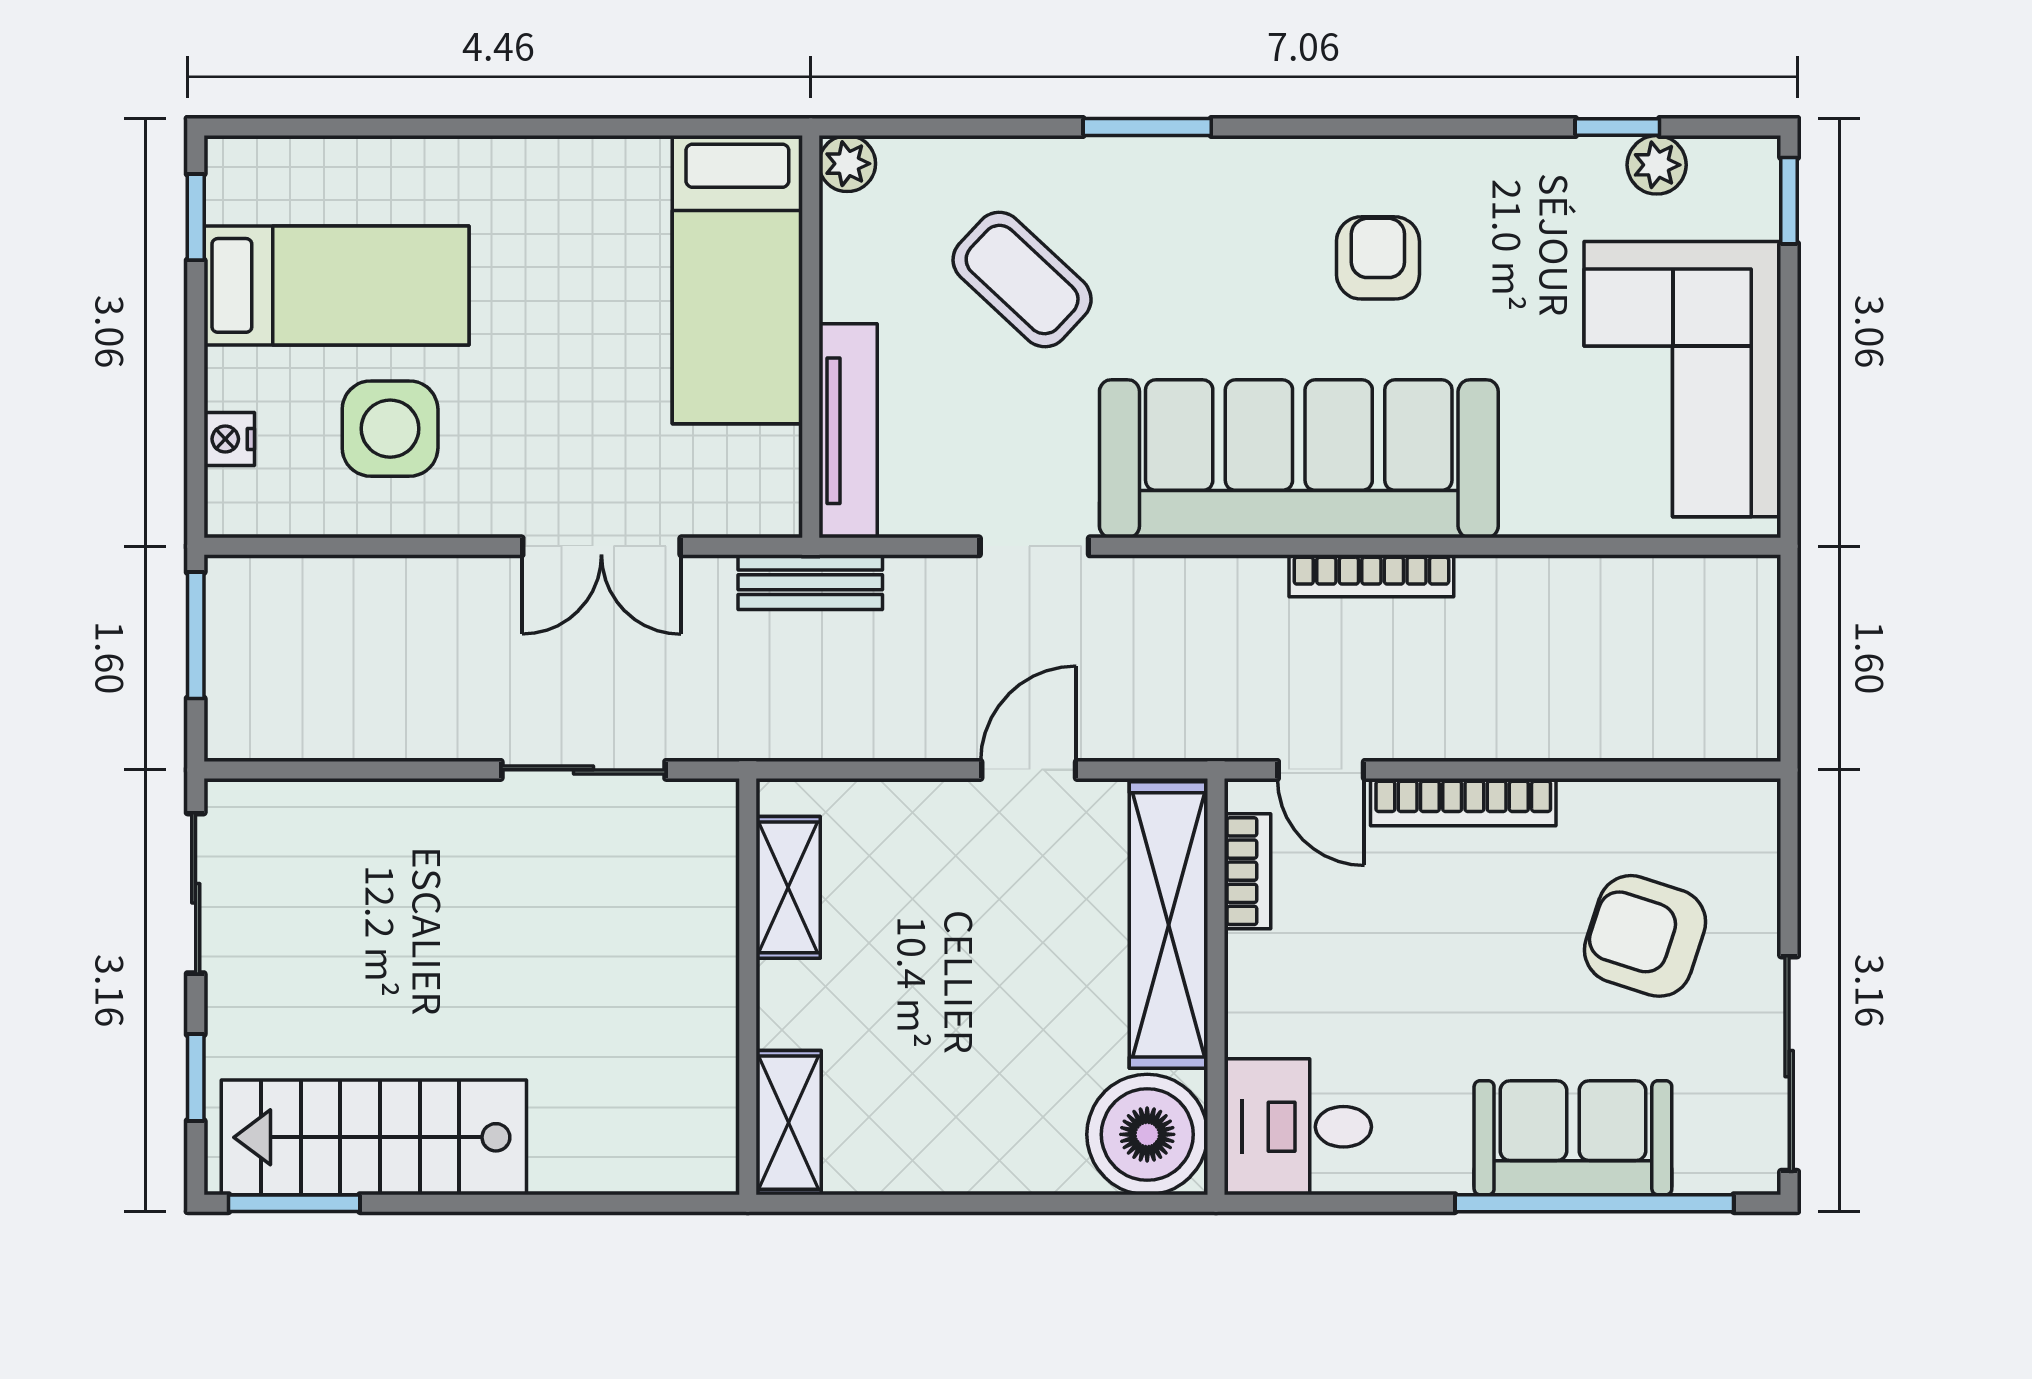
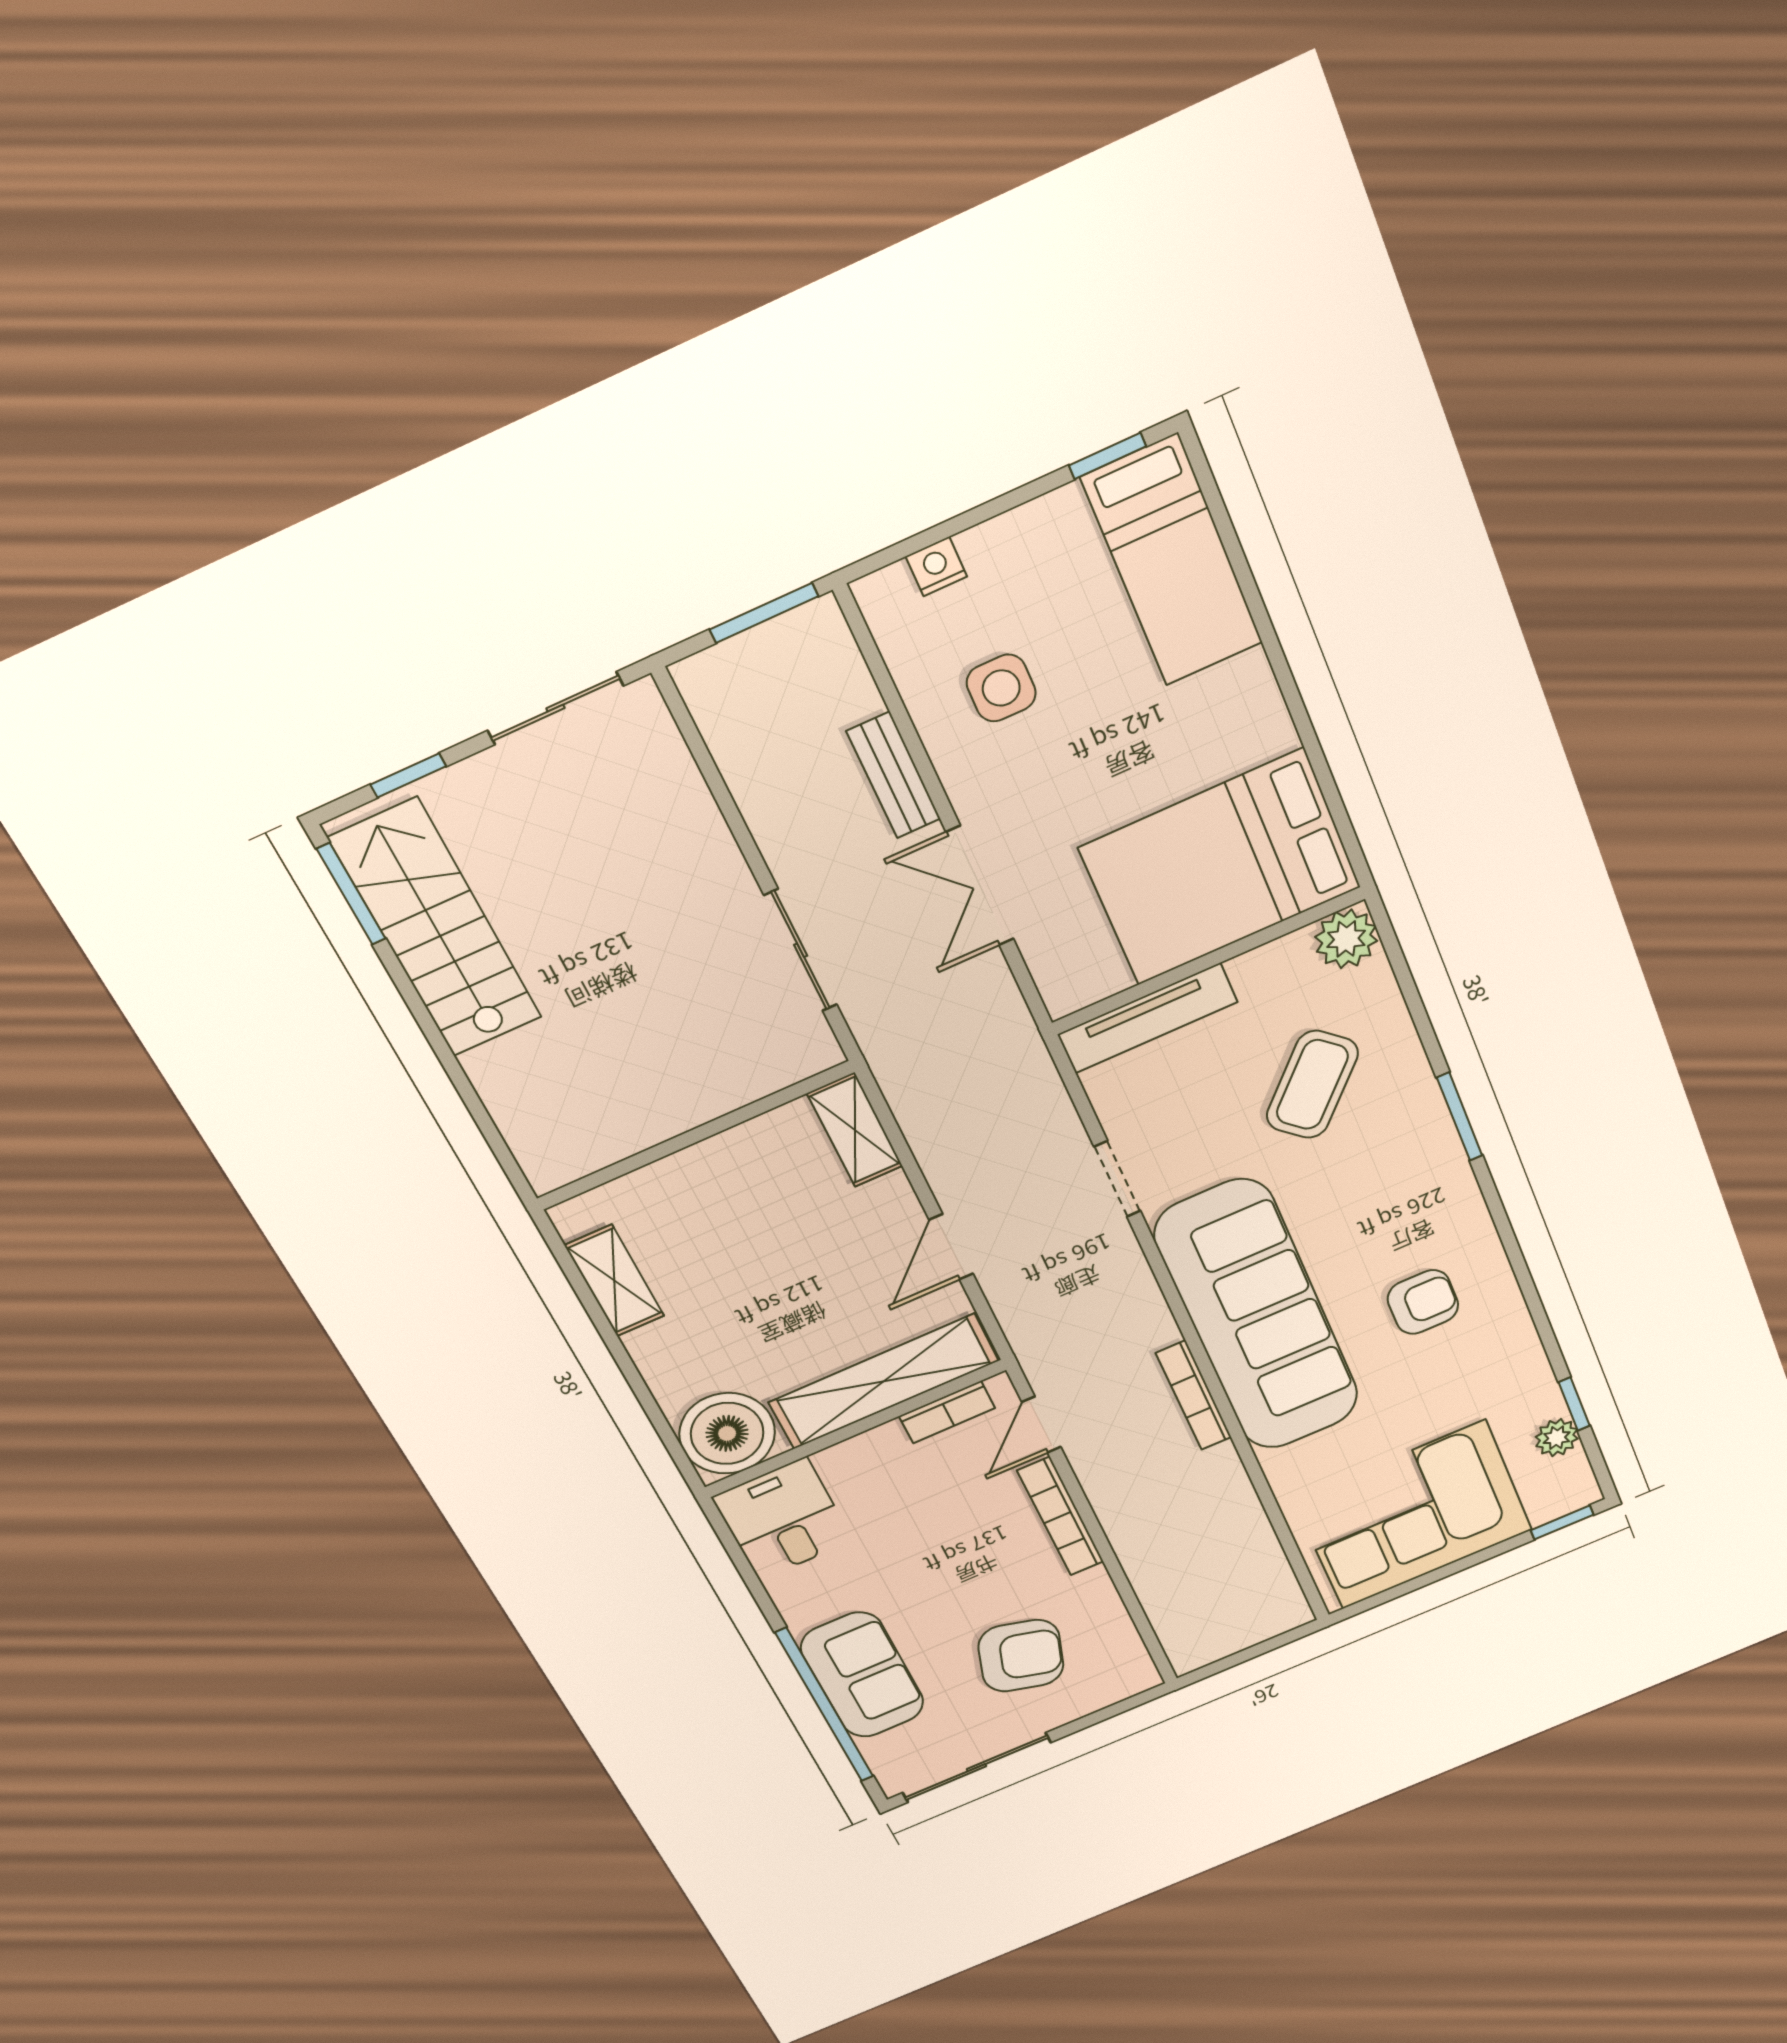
plant: (847, 164) -> (1346, 939), width x1.38, depth x1.38
bed: (737, 280) -> (1220, 868), width x1.50
bed: (336, 285) -> (1172, 561), moved
side table: (390, 429) -> (1001, 688), width x0.73, depth x0.73
bench: (810, 582) -> (894, 775), moved
door: (1029, 770) -> (951, 1247), swing flipped
shelving: (788, 887) -> (855, 1130), moved, turned 90
armchair: (1645, 936) -> (1021, 1656), turned 88
shelving: (789, 1123) -> (614, 1281), moved, turned 90

